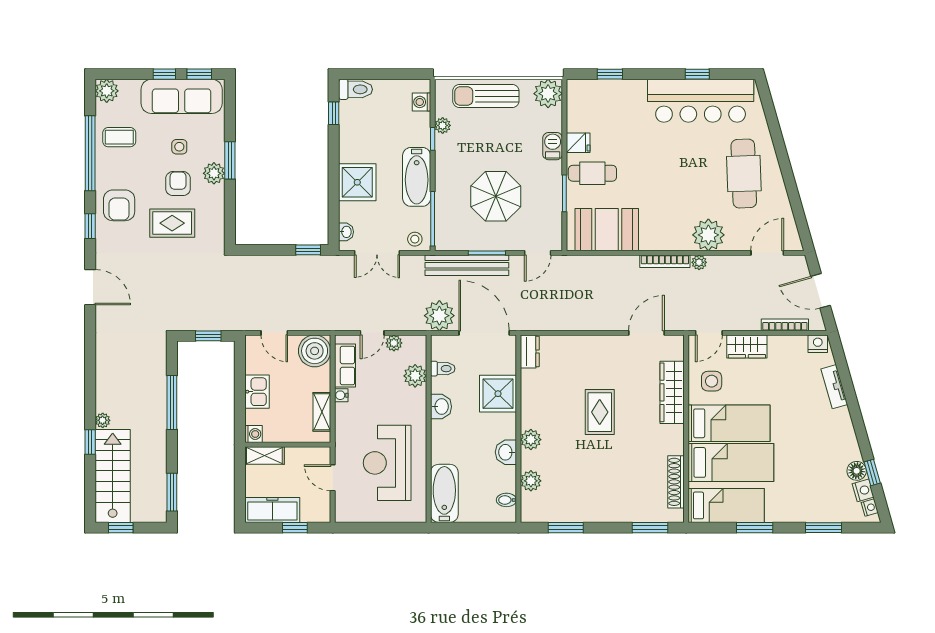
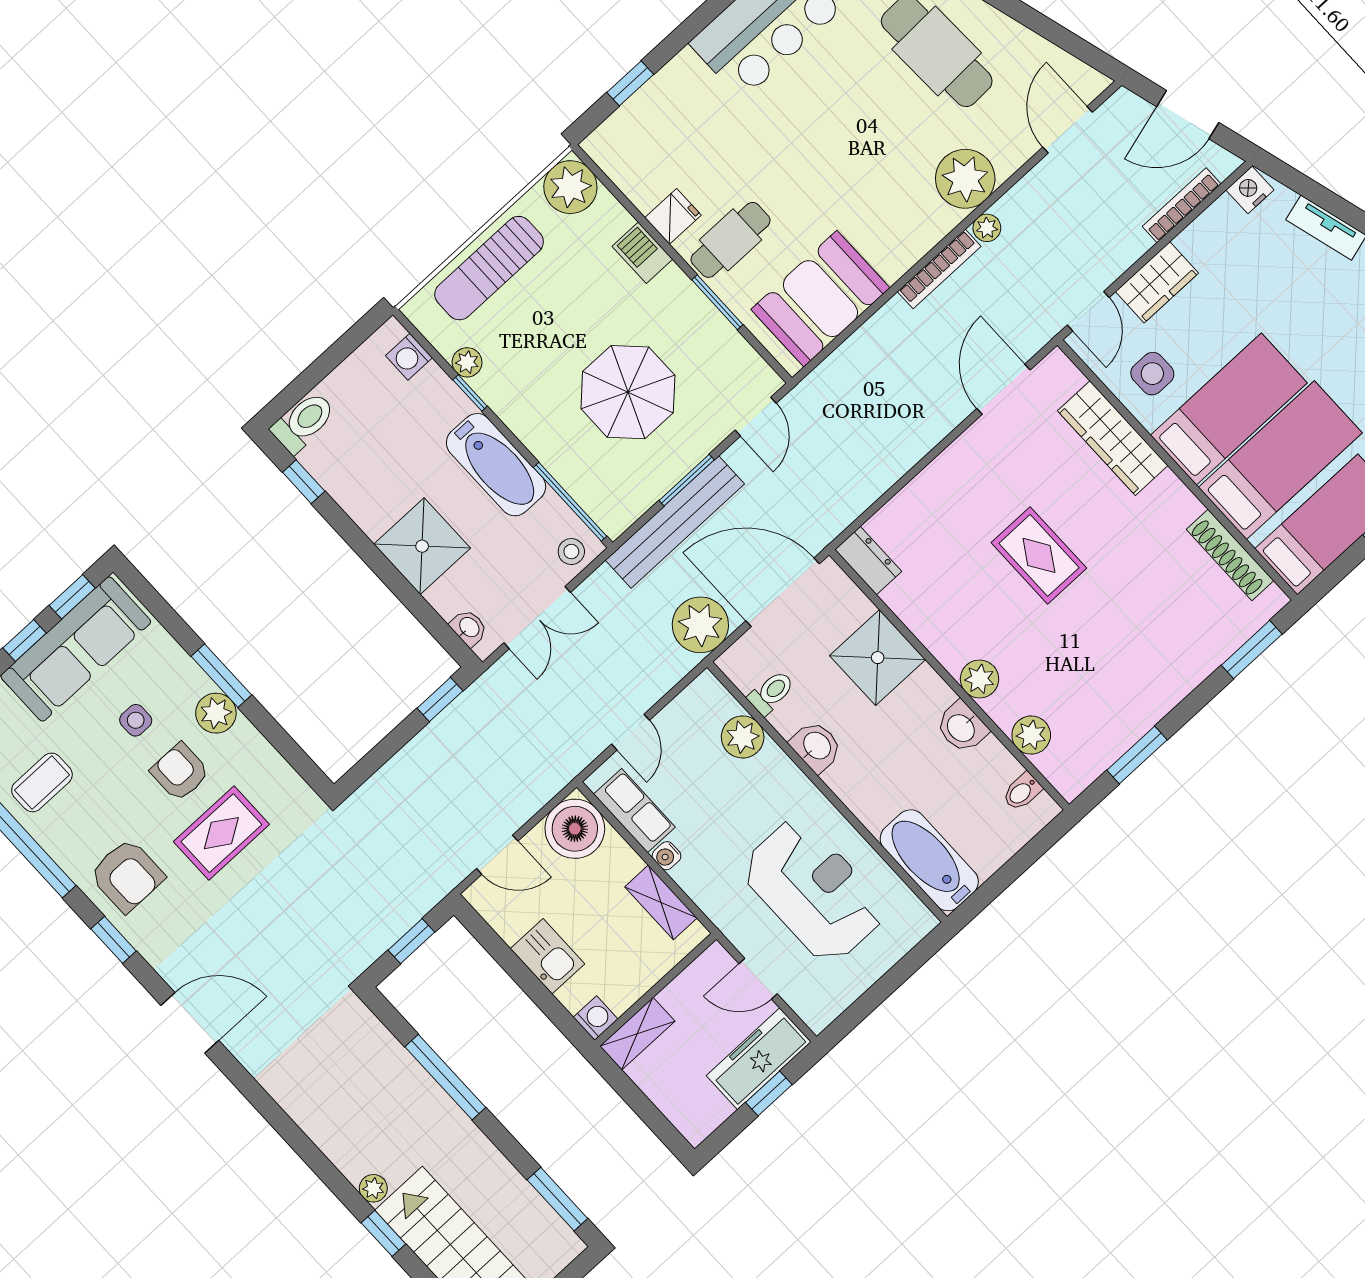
plant: (394, 343) -> (673, 719), removed
reception desk: (387, 463) -> (813, 890), turned 180
freezer: (272, 510) -> (759, 1059), moved

